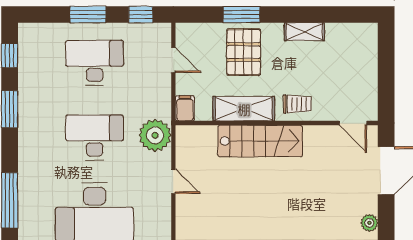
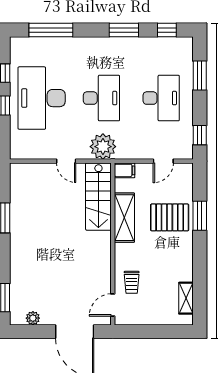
window: (88, 15) -> (200, 76), moved
shelving: (304, 32) -> (186, 298), moved
trolley: (297, 104) -> (132, 282), moved
stairs: (260, 141) -> (98, 197), moved
door: (173, 181) -> (66, 161), hinge flipped

